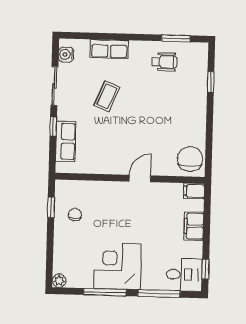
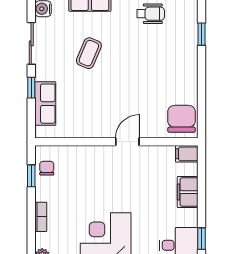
chair: (75, 215) -> (47, 168), moved
bookcase: (59, 245) -> (41, 217), added

